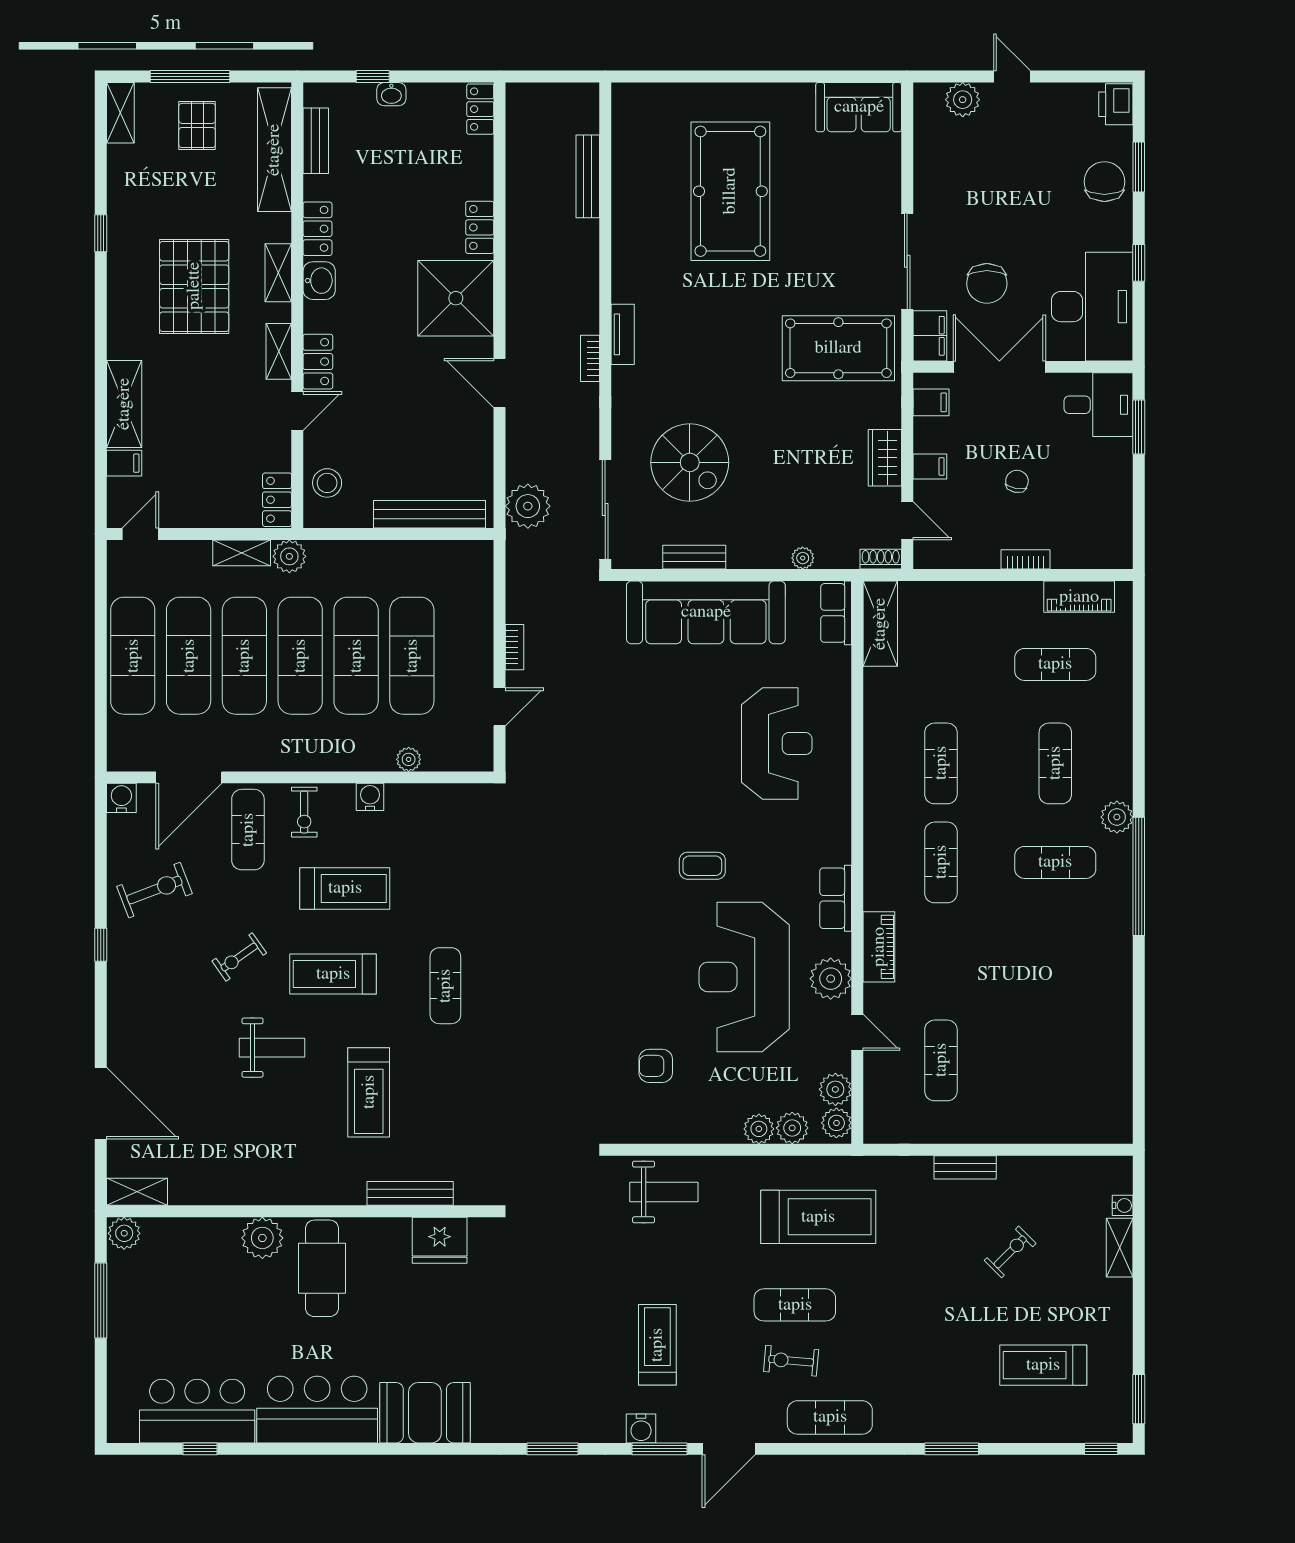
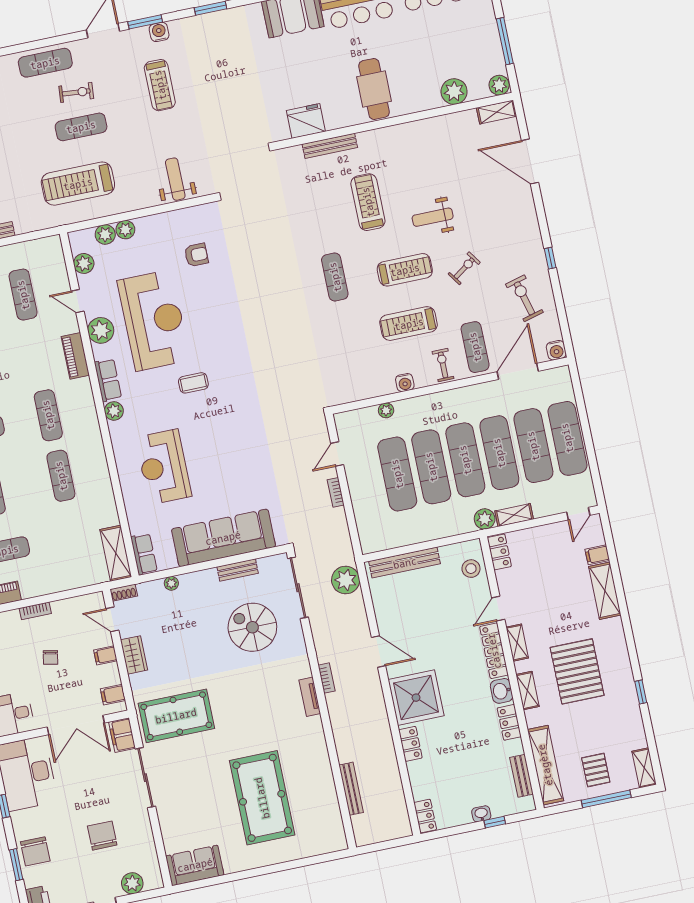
chair: (987, 283) -> (102, 836), moved
locker: (318, 362) -> (494, 651), width x1.53
exercise bike: (154, 890) -> (524, 298), turned 96
plant: (836, 1123) -> (114, 411), moved
weight bench: (664, 1192) -> (175, 179), turned 90
plant: (262, 1238) -> (454, 92), moved

